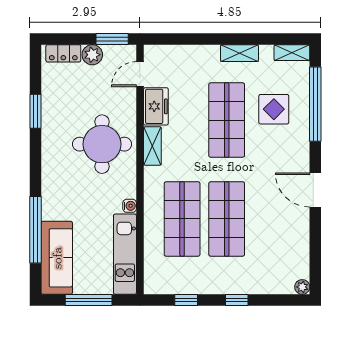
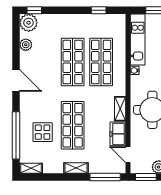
window: (176, 39) -> (105, 177), added
shelving: (239, 53) -> (76, 168), moved
door: (140, 74) -> (128, 155), swing flipped
plant: (300, 246) -> (26, 45), added
plant: (302, 287) -> (29, 23), width x1.88, depth x1.88
window: (237, 300) -> (34, 10), moved

